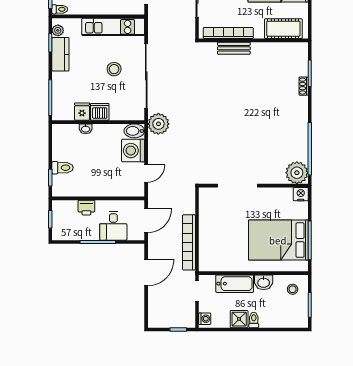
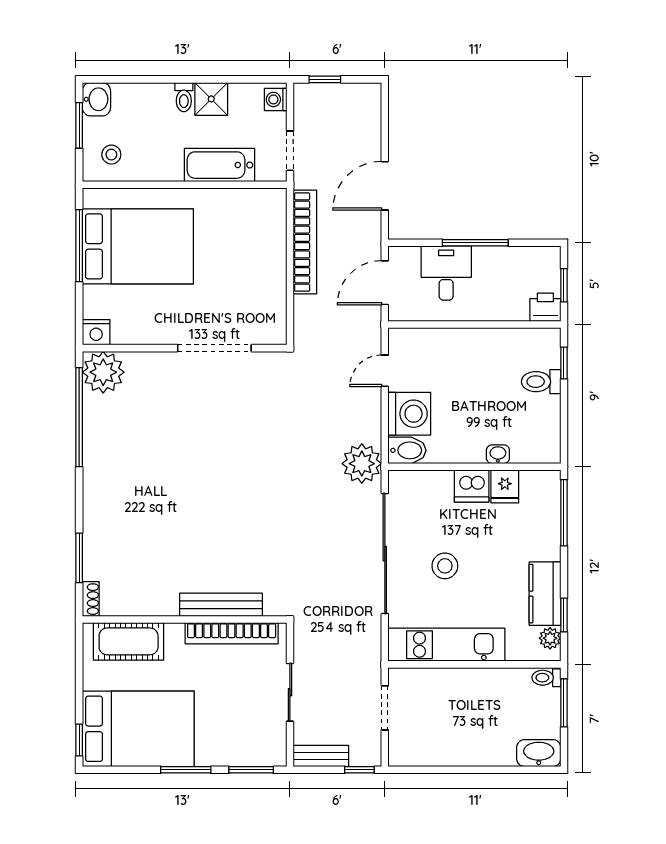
bench: (234, 48) -> (221, 605), width x1.36
shoe rack: (304, 86) -> (91, 599), moved
printer: (86, 208) -> (545, 307), moved
washbasin: (264, 282) -> (96, 99), moved, turned 90

